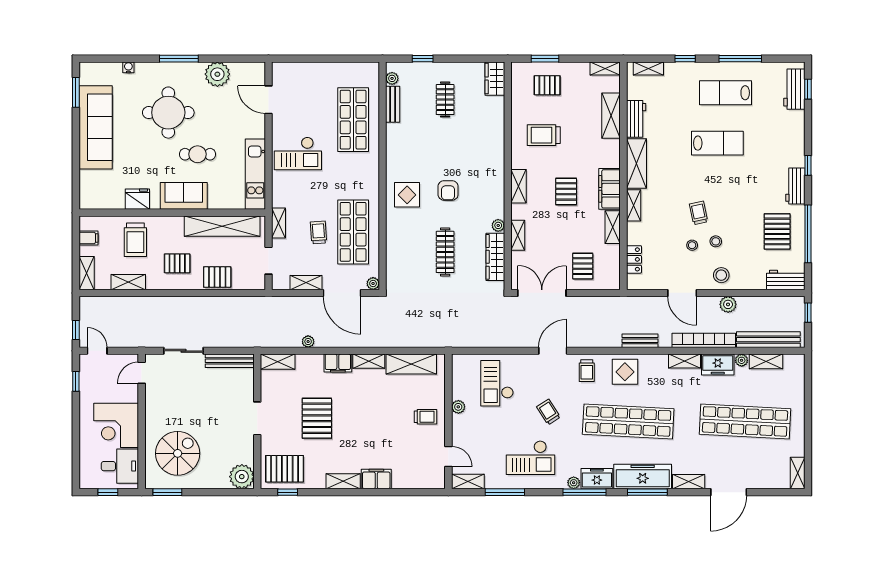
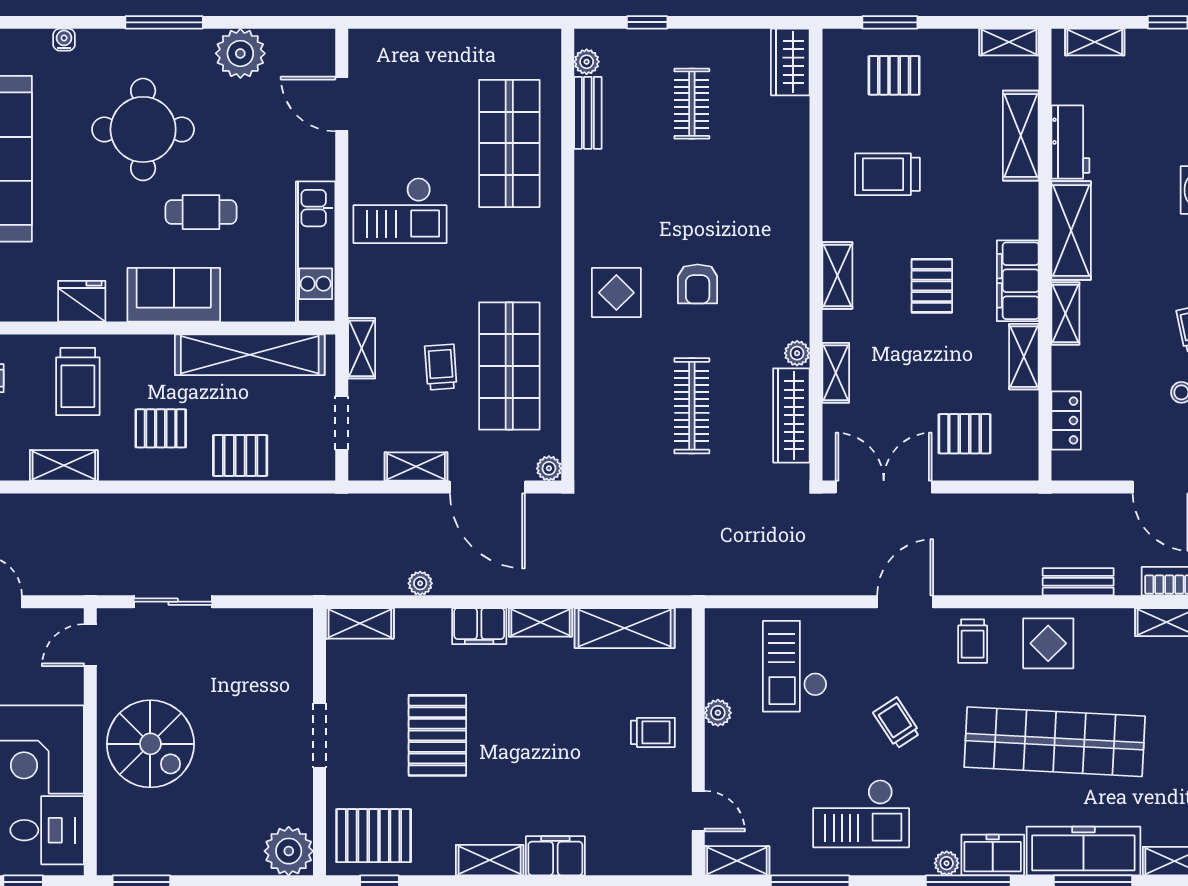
pallet: (583, 266) -> (965, 434), turned 90
bench: (230, 361) -> (265, 621), removed
spiral stairs: (178, 453) -> (150, 744), moved, turned 90

